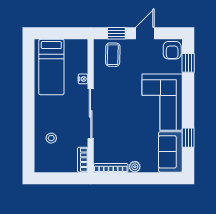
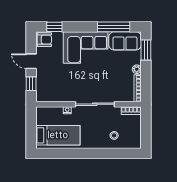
coffee table: (113, 55) -> (48, 87), removed
window: (188, 138) -> (114, 27), width x2.17
window: (159, 178) -> (146, 50), added

